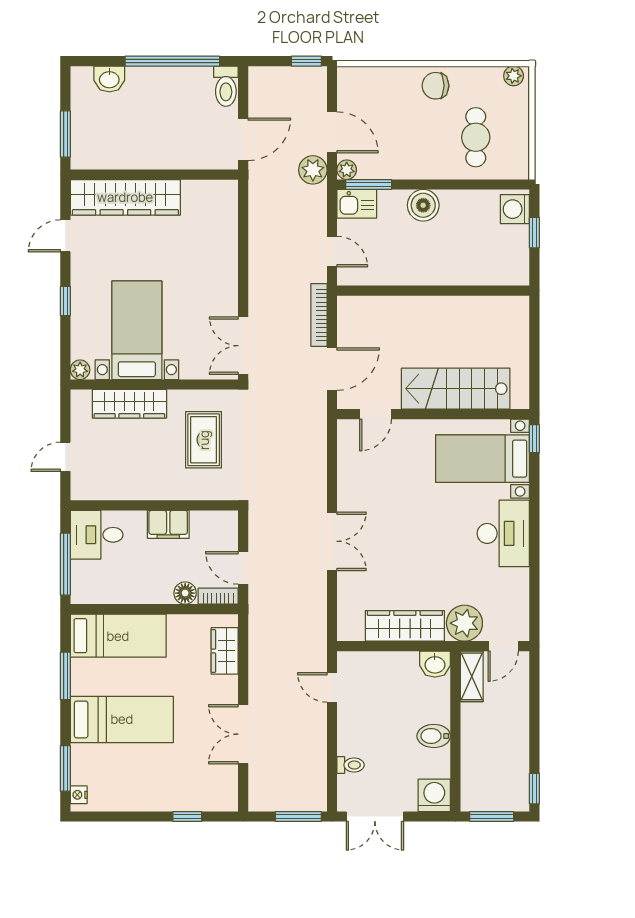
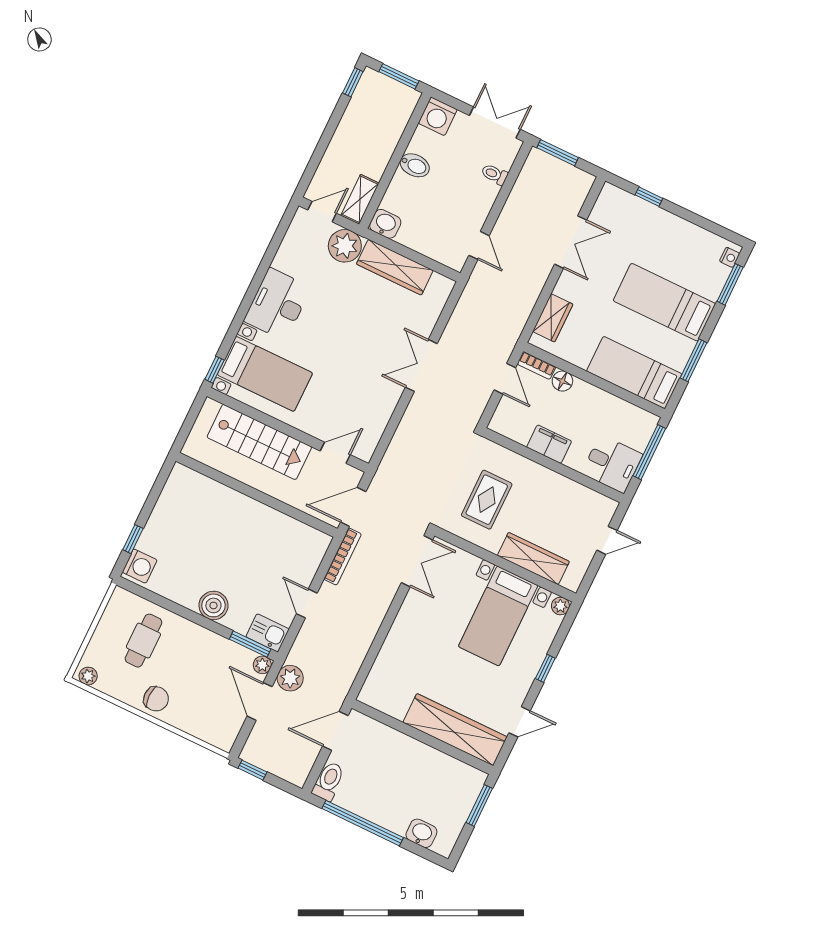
wall: (433, 291) -> (257, 495), moved

